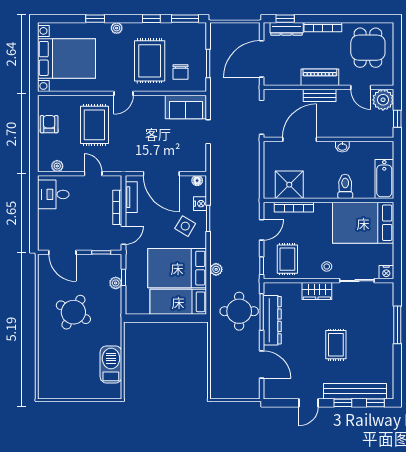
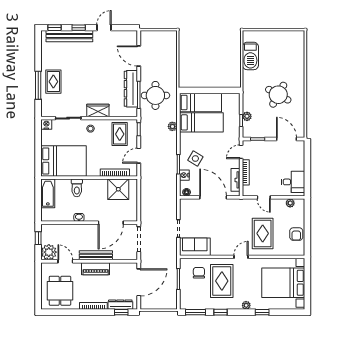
bench: (320, 95) -> (96, 255), width x1.36
bed: (177, 268) -> (201, 122), width x0.67
rug: (336, 345) -> (53, 82), moved

